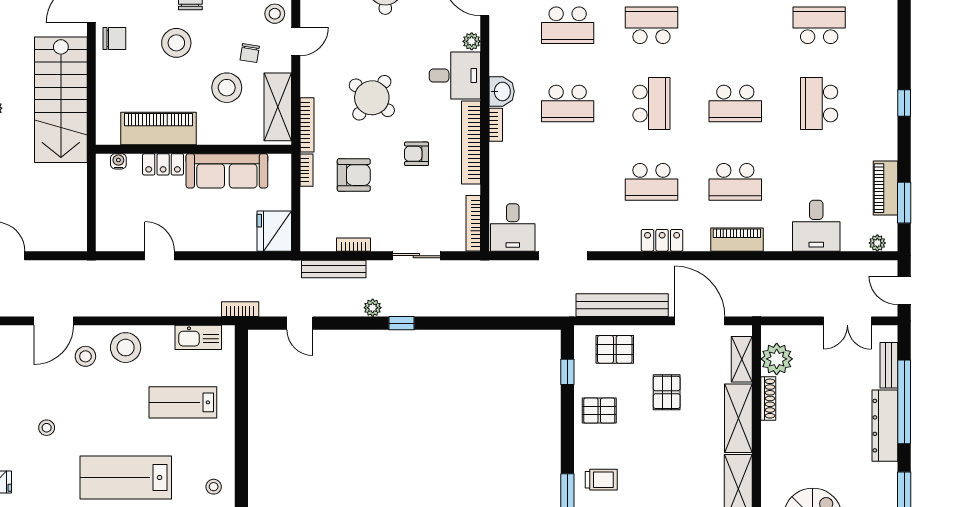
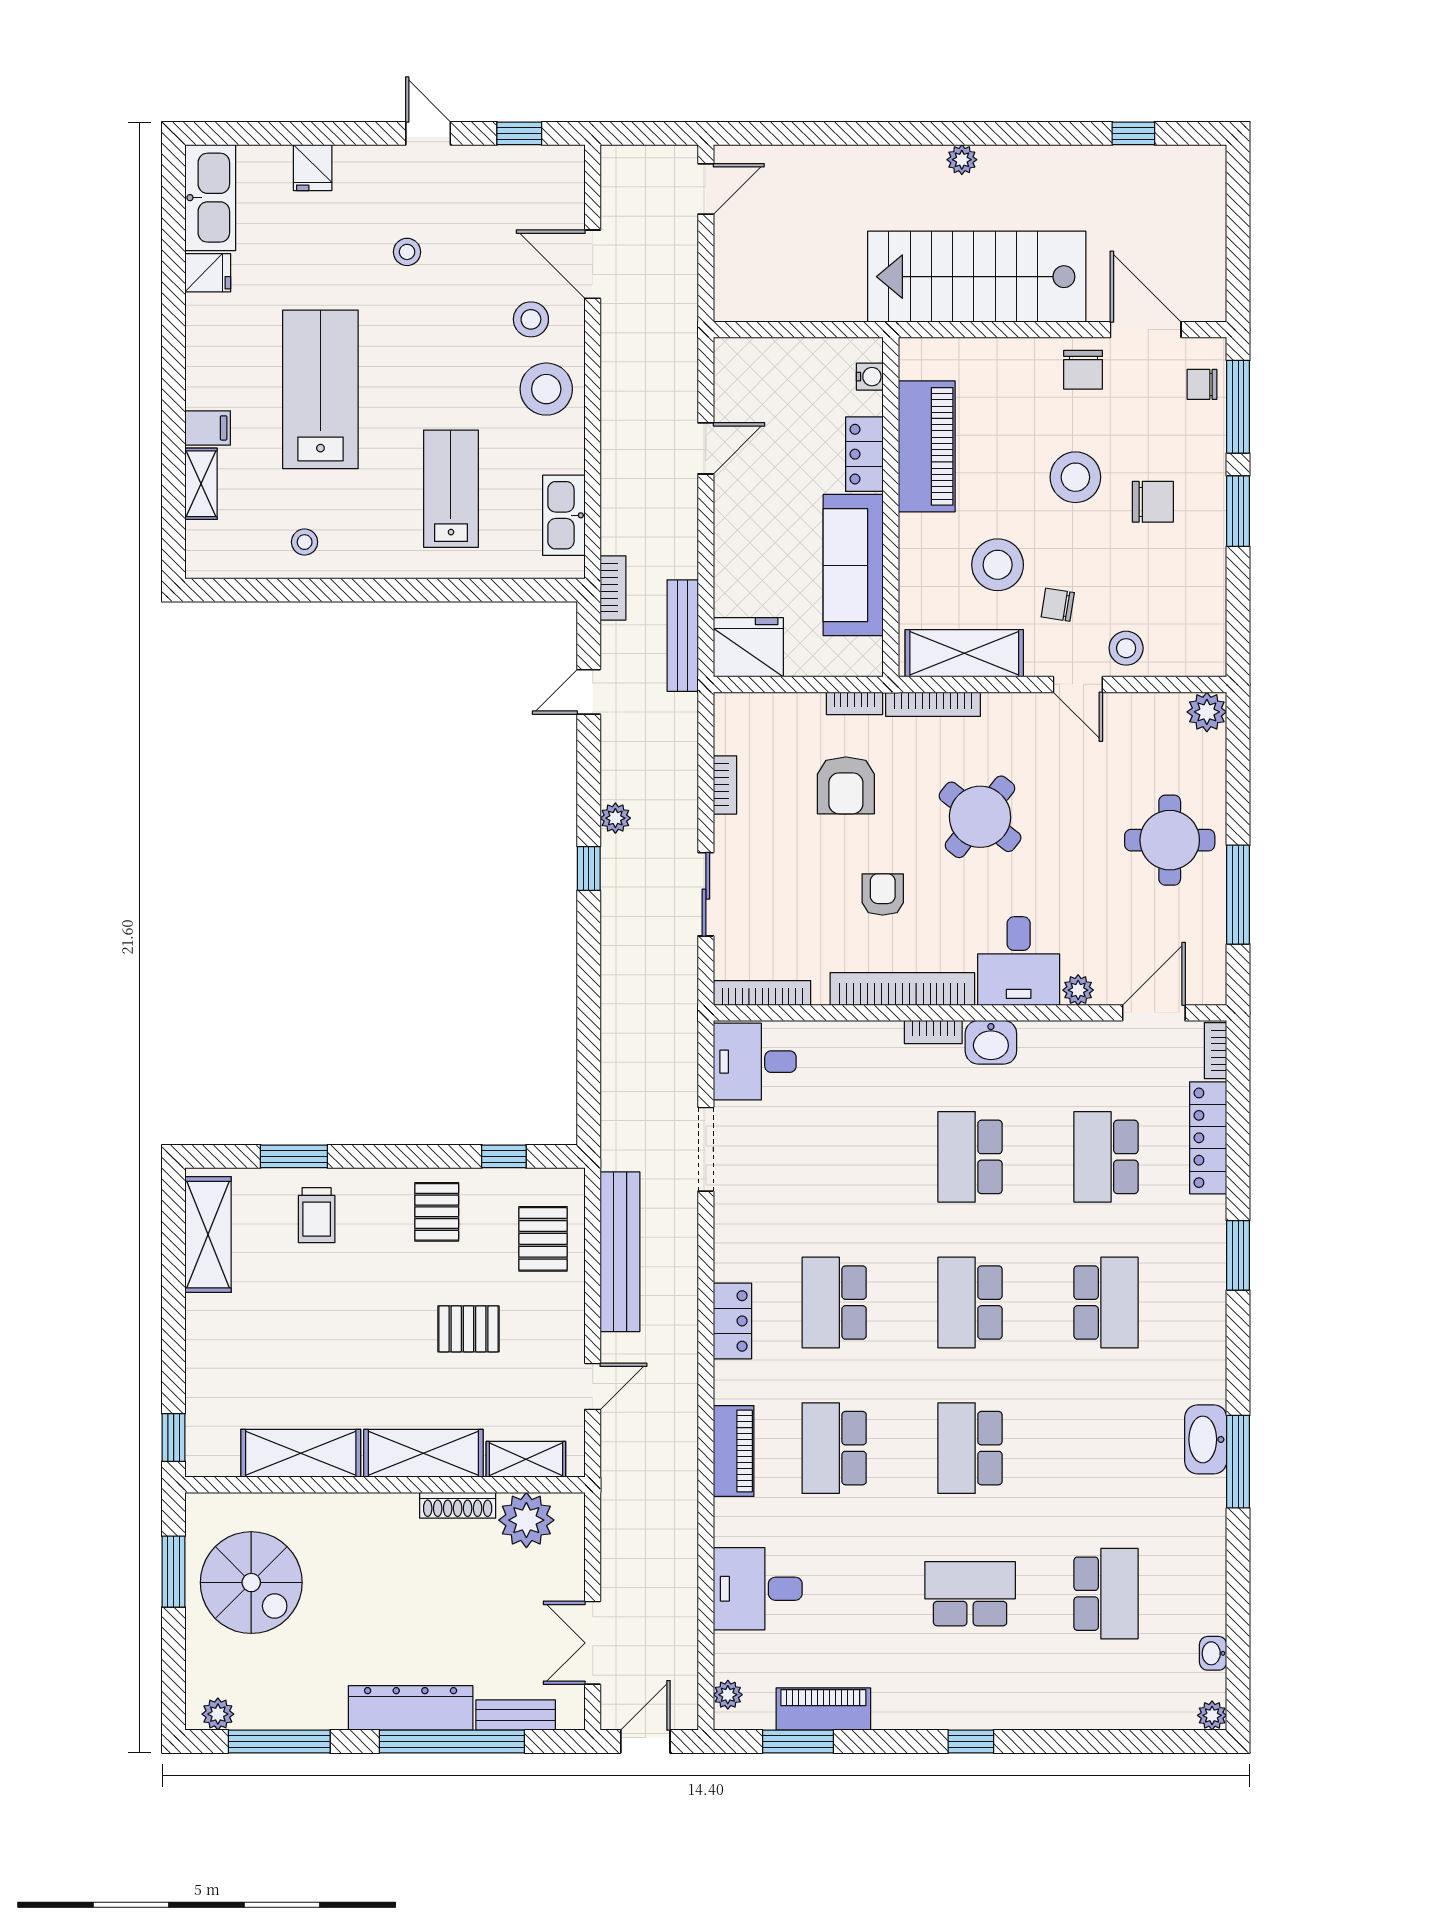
school desk: (651, 104) -> (970, 1303), turned 90
bench: (334, 269) -> (683, 636), moved
door: (700, 321) -> (593, 1386), width x0.53

